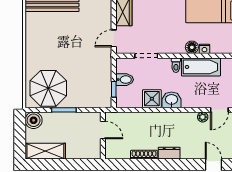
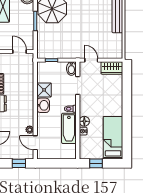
bidet: (125, 80) -> (71, 69), moved
door: (103, 130) -> (20, 52), swing flipped

